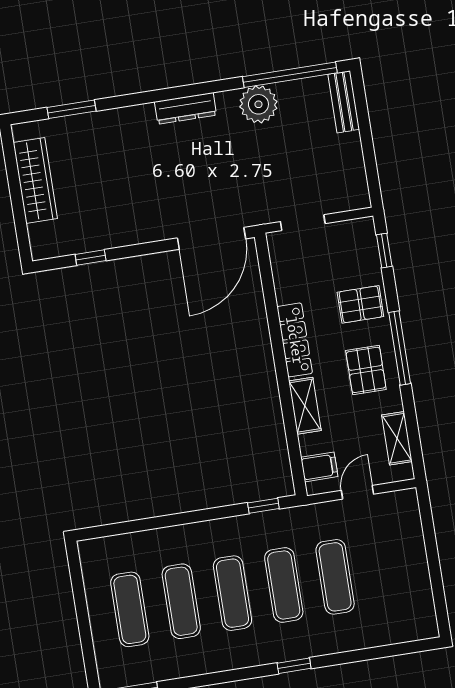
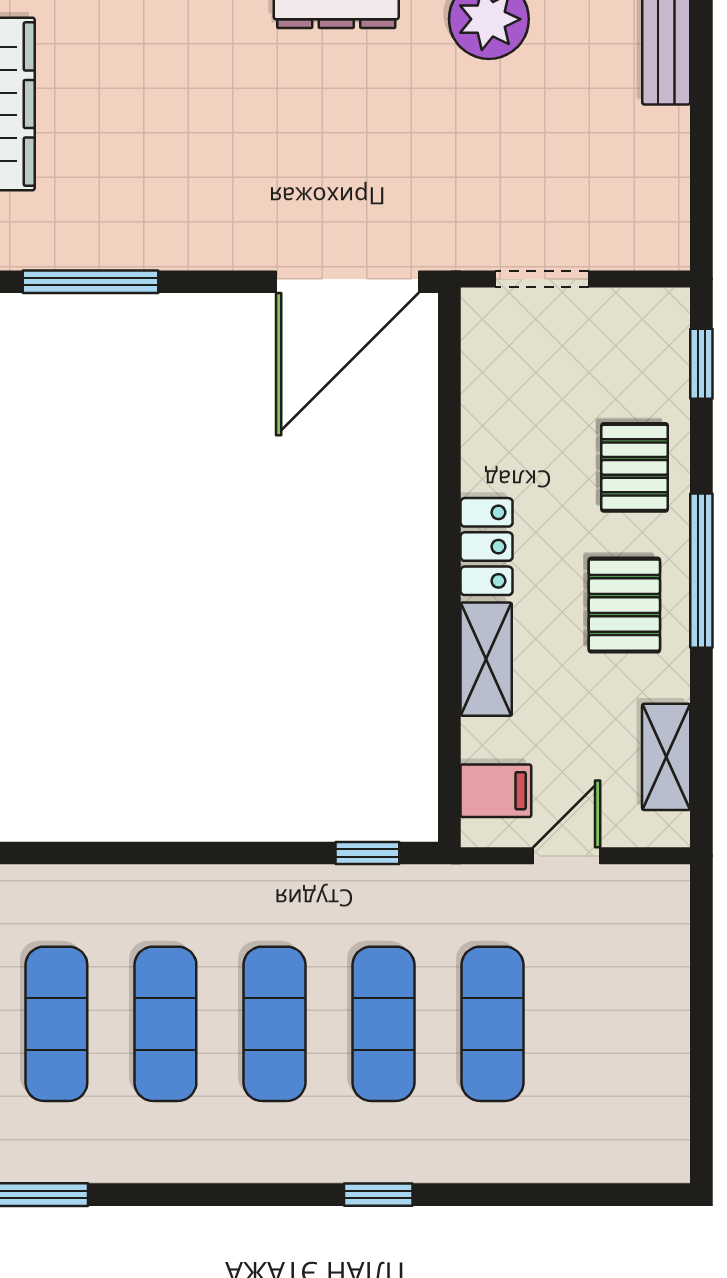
window: (91, 258) -> (91, 282), width x2.17
pallet: (360, 304) -> (635, 467), turned 90
locker: (295, 340) -> (487, 547), width x0.66

